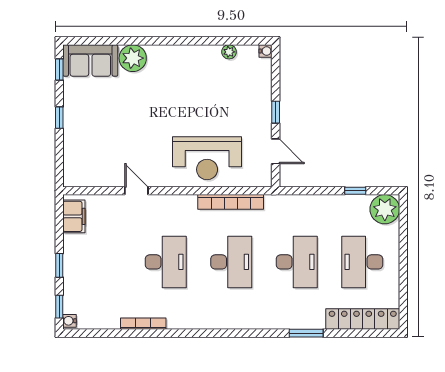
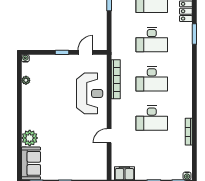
desk: (166, 262) -> (152, 118), turned 180
desk: (231, 262) -> (152, 79), turned 180
desk: (297, 262) -> (152, 40), turned 180

